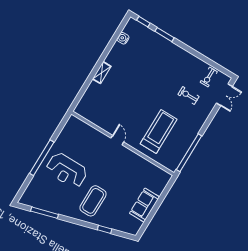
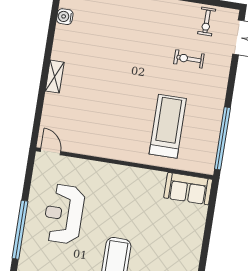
door: (117, 140) -> (51, 152), moved
reception desk: (67, 170) -> (64, 214), moved, turned 90
sofa: (145, 205) -> (188, 189), moved, turned -90

